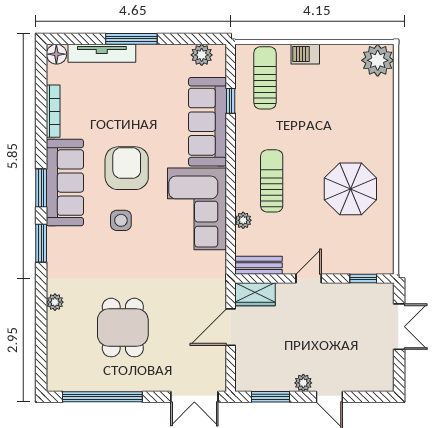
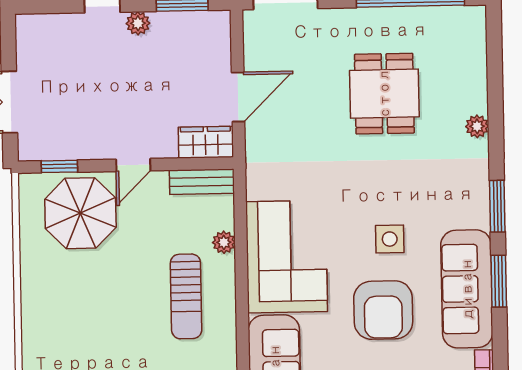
parasol: (350, 189) -> (80, 213), moved

